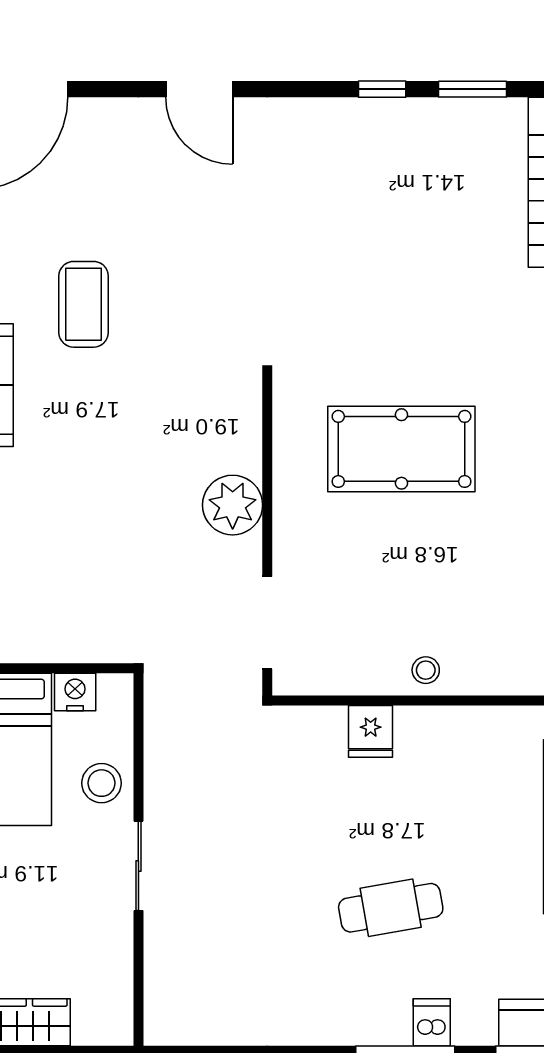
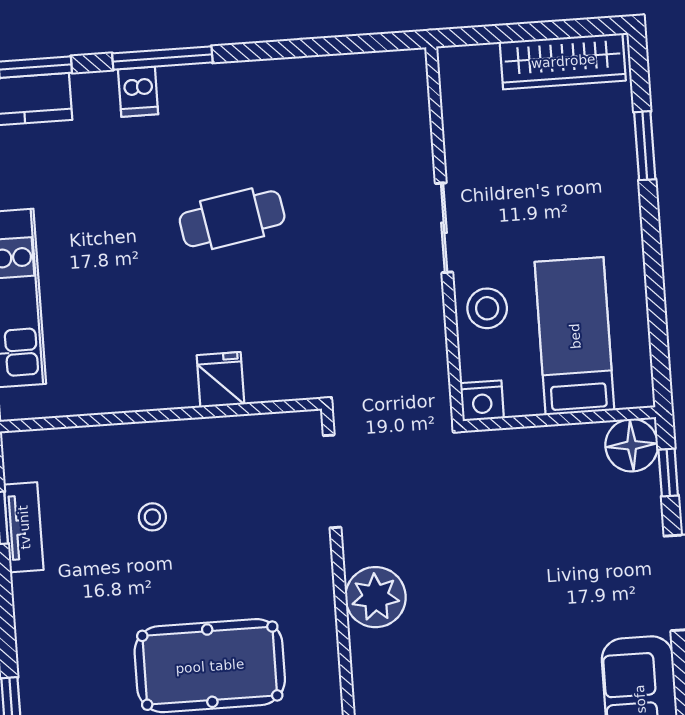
stool: (426, 670) -> (152, 517), moved
nightstand: (75, 692) -> (482, 401), moved
cafe table: (391, 908) -> (232, 219), moved

